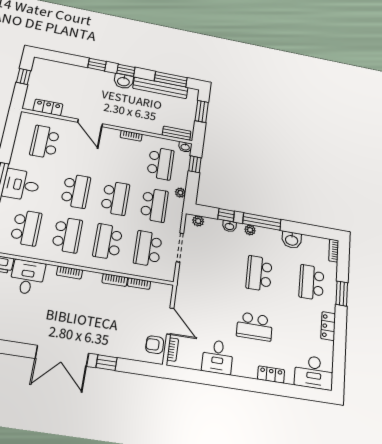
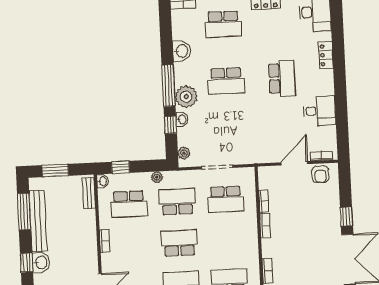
school desk: (160, 163) -> (129, 204), turned 180
plant: (250, 230) -> (186, 97), width x1.88, depth x1.88
school desk: (108, 242) -> (228, 241), removed

